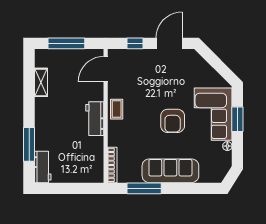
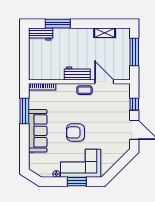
door: (106, 69) -> (104, 82), moved

